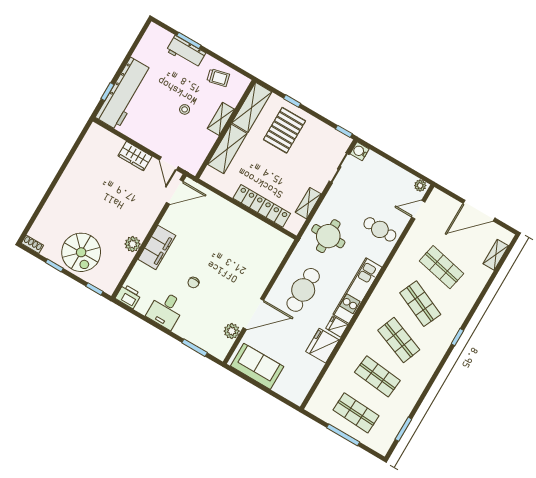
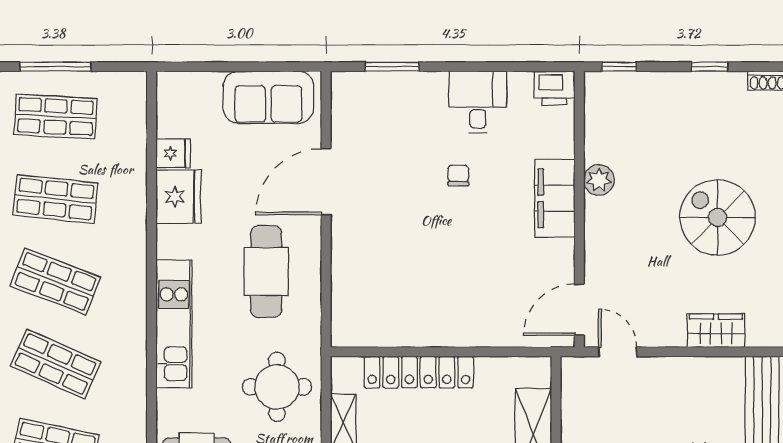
wardrobe: (135, 156) -> (716, 331), moved
spiral stairs: (81, 252) -> (718, 217), moved
fridge: (337, 327) -> (173, 153), moved
plant: (232, 331) -> (346, 131), removed

